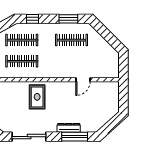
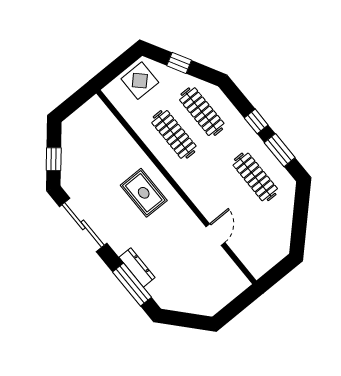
window: (33, 19) -> (256, 121), moved
door: (83, 80) -> (215, 235), swing flipped
rug: (37, 97) -> (144, 193), turned 90

